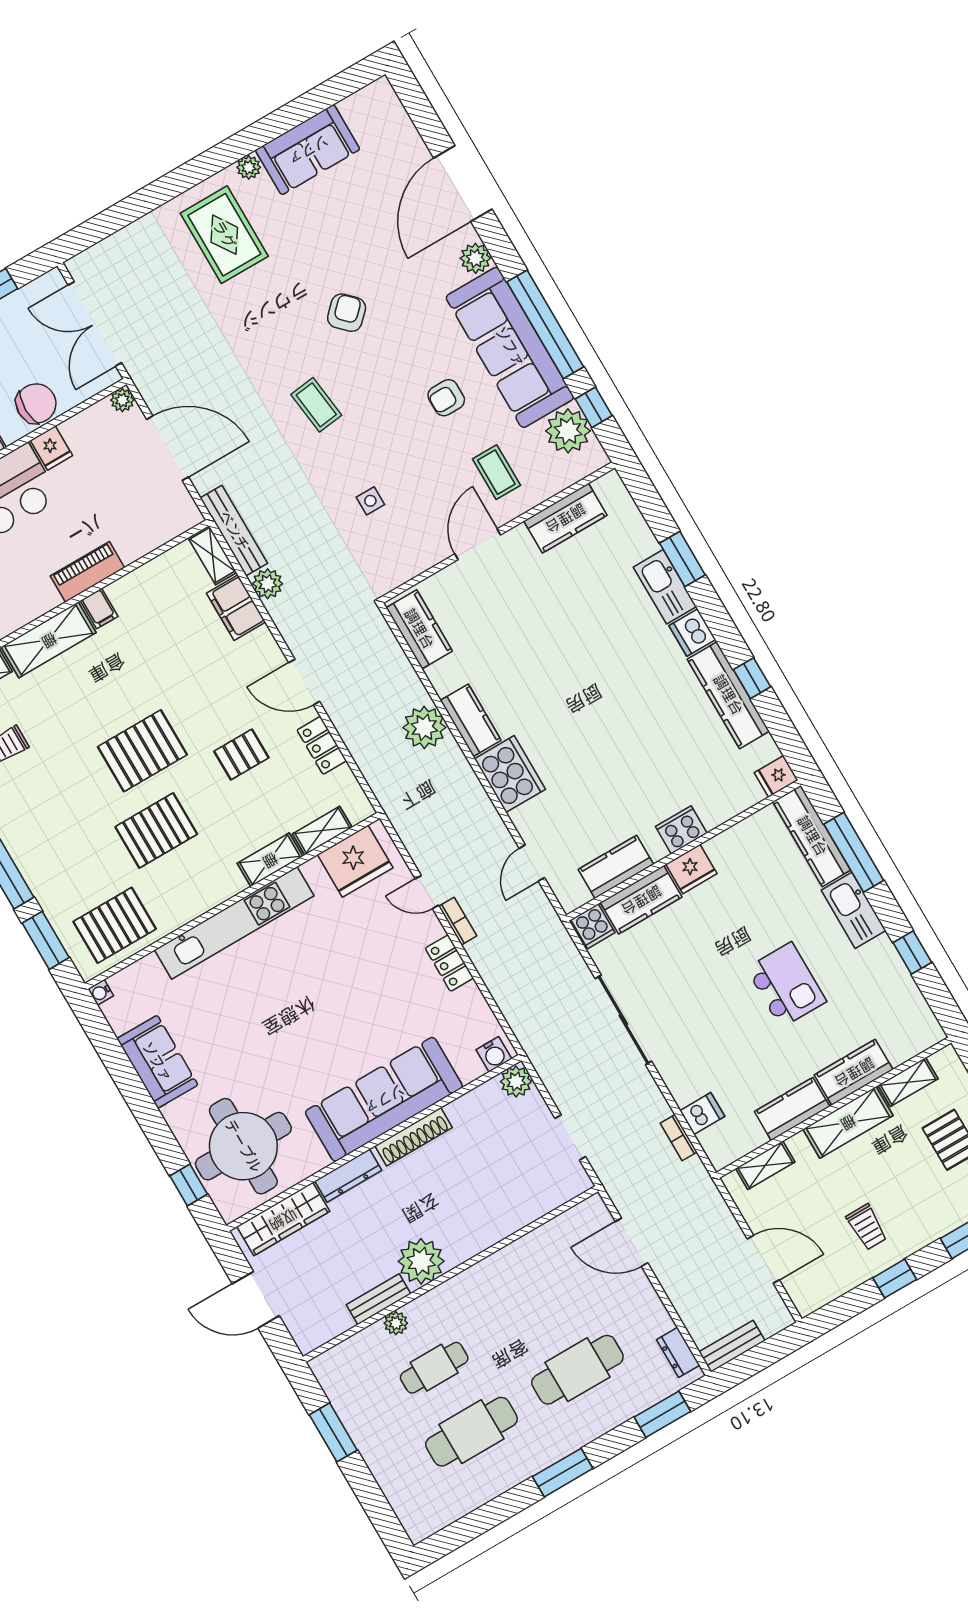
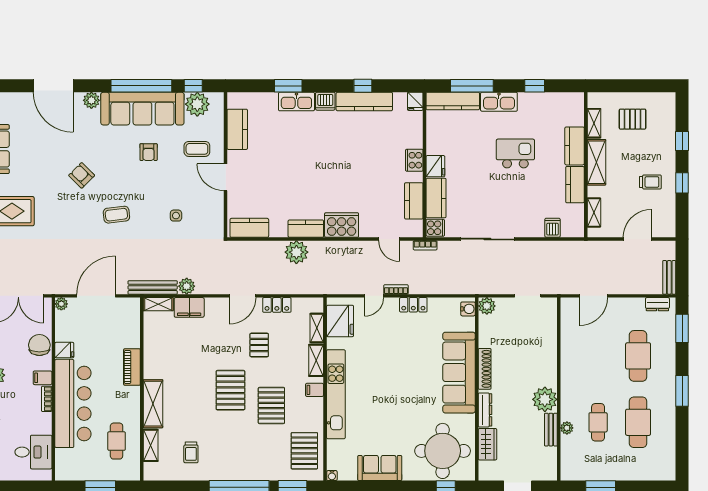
filing cabinet: (99, 609) -> (315, 390), moved, turned 180
bookcase: (679, 1138) -> (425, 245), moved
wardrobe: (283, 1219) -> (487, 444), width x0.67

